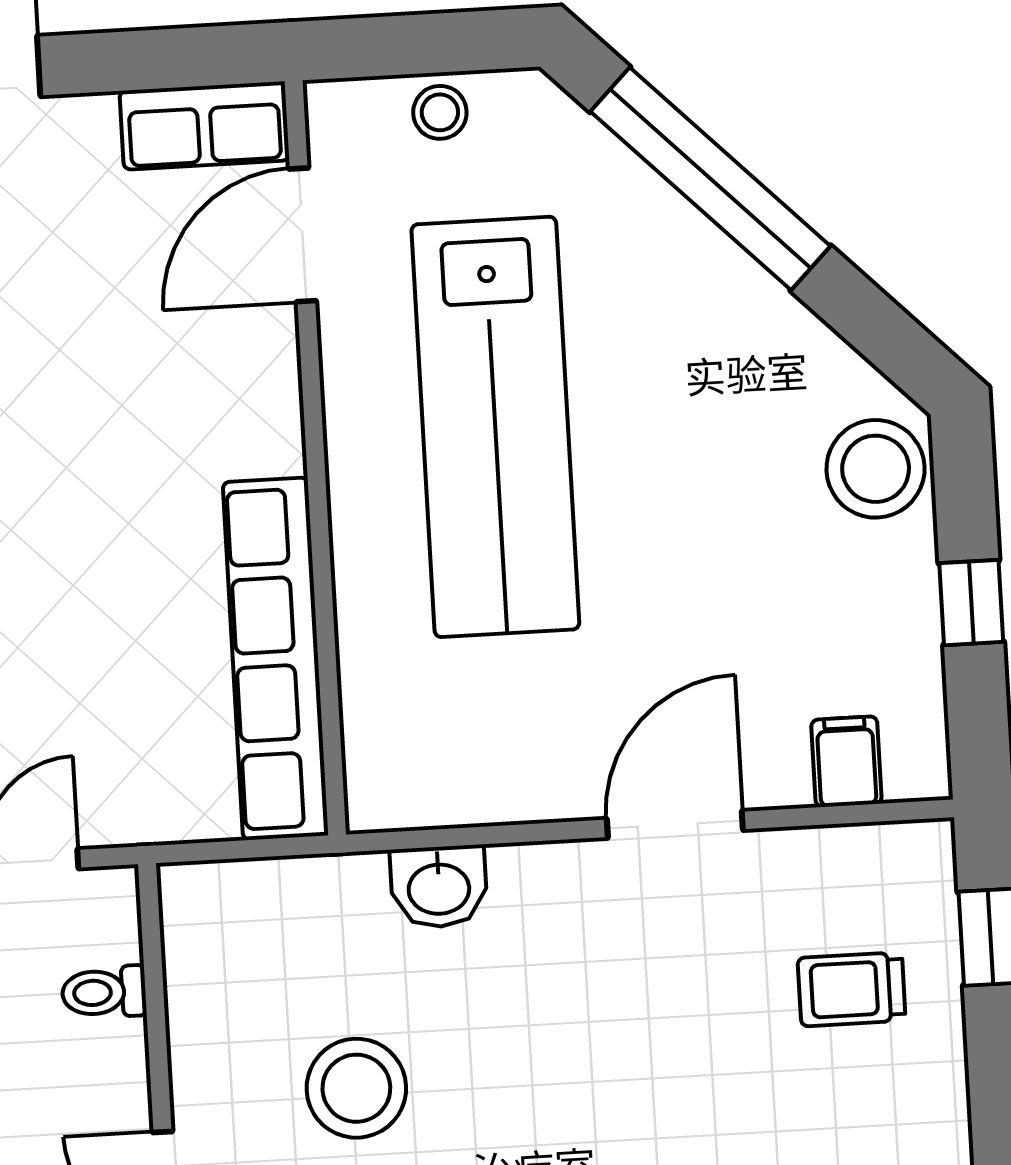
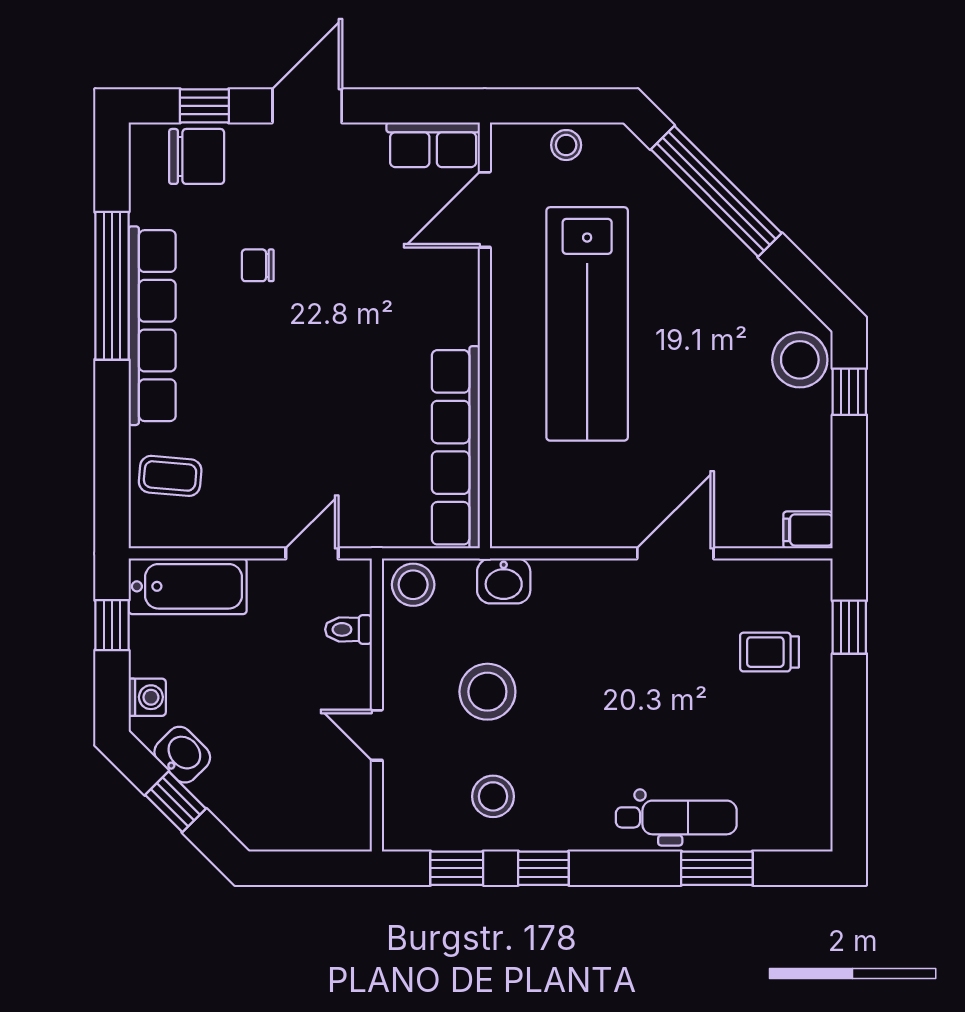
window: (971, 603) -> (849, 392), moved
filing cabinet: (846, 762) -> (808, 530), moved, turned -90
washbasin: (439, 887) -> (504, 581), moved
stool: (214, 906) -> (413, 585), added

